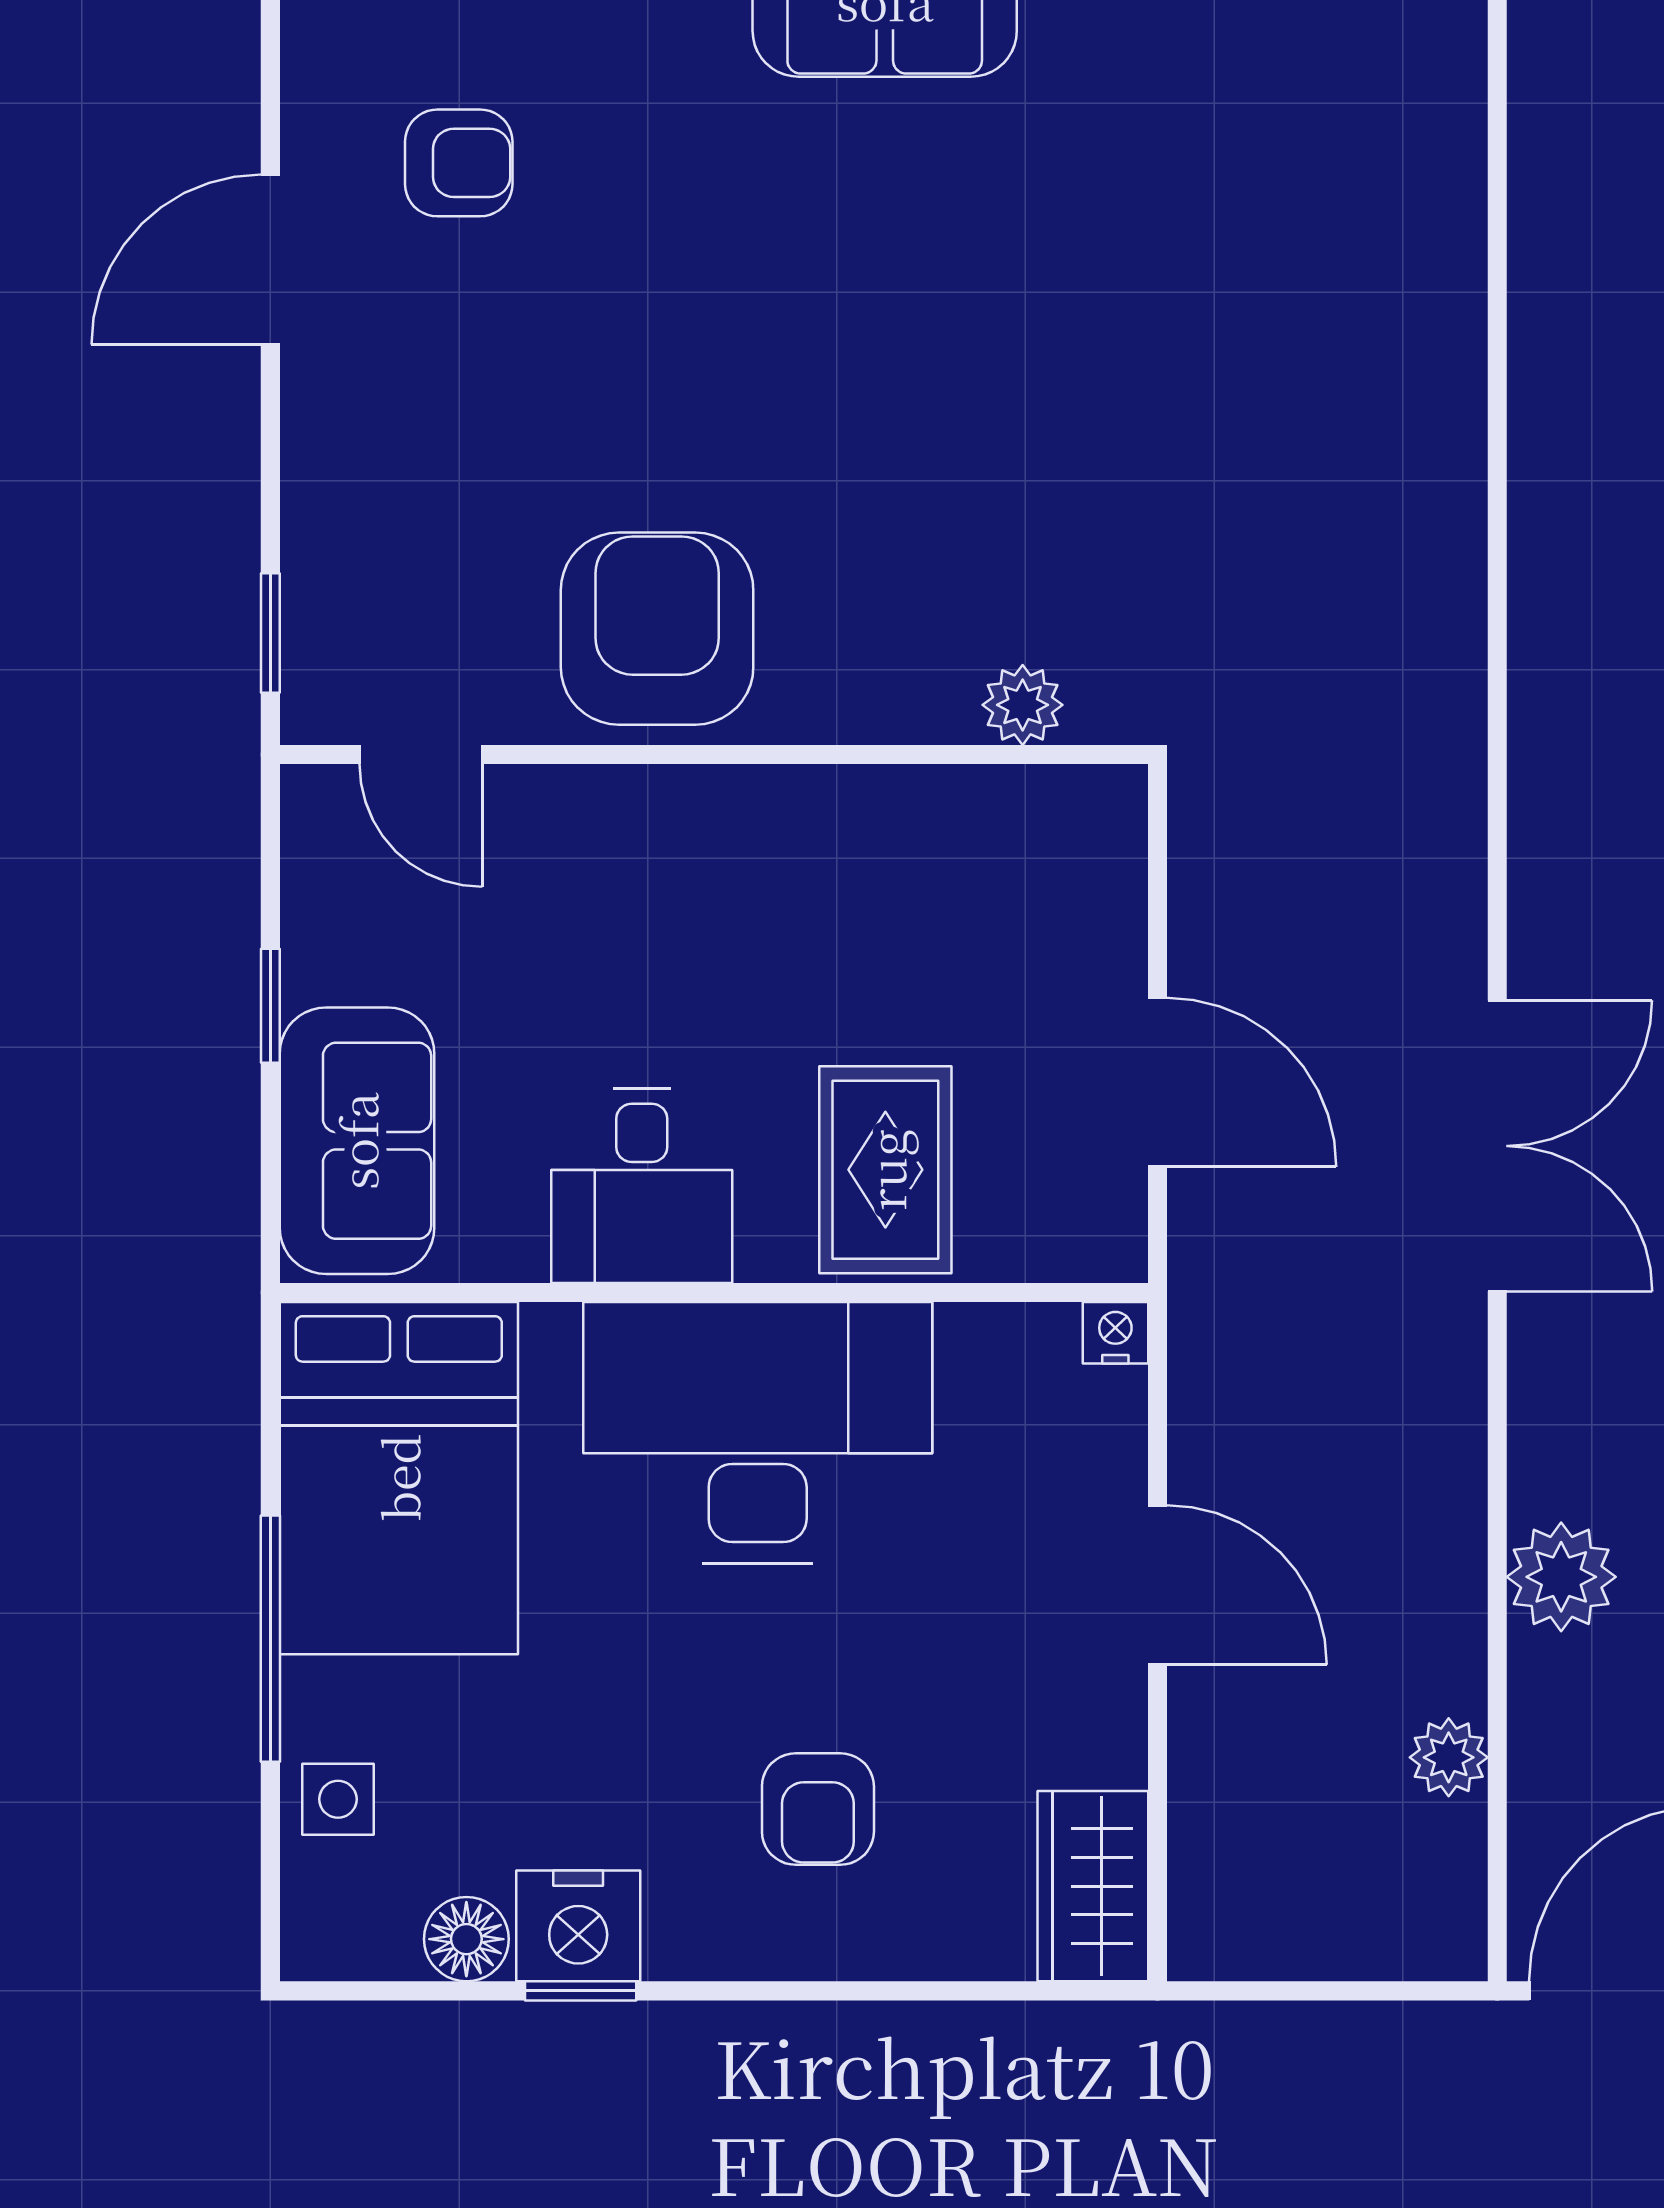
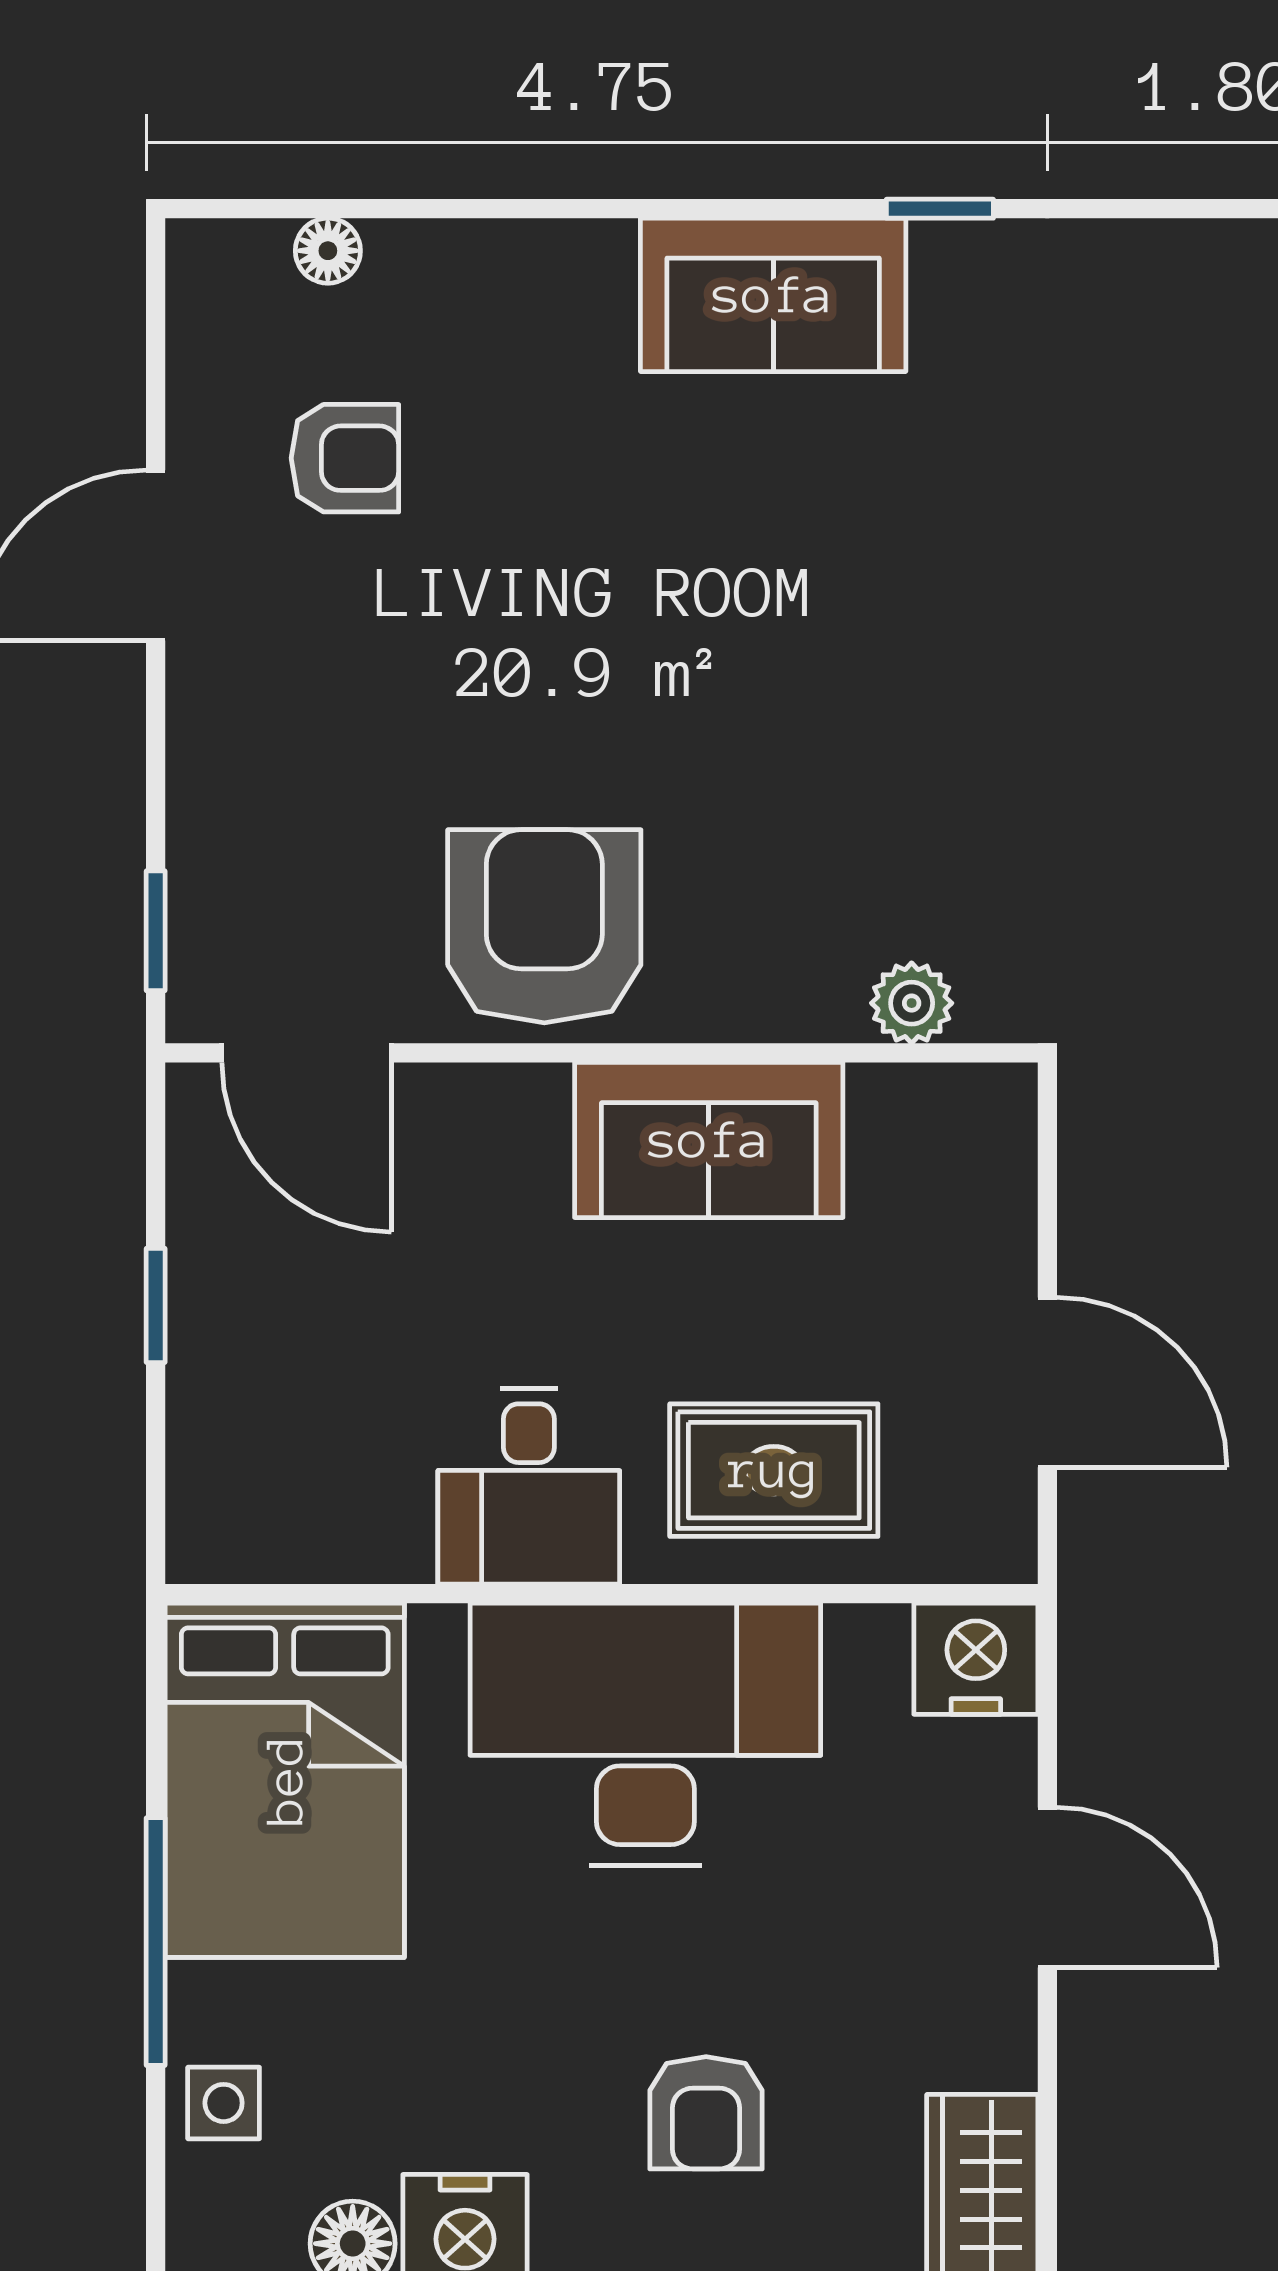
door: (421, 755) -> (307, 1053), width x1.38
sofa: (357, 1141) -> (709, 1140), moved, turned 90
rug: (885, 1170) -> (774, 1470), turned 90
nightstand: (1115, 1333) -> (976, 1659), width x1.89, depth x1.79

